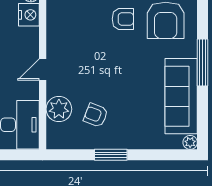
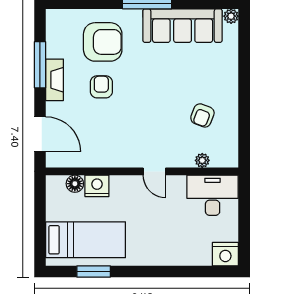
plant: (59, 109) -> (202, 160), width x0.53, depth x0.53
window: (111, 155) -> (244, 100), removed

